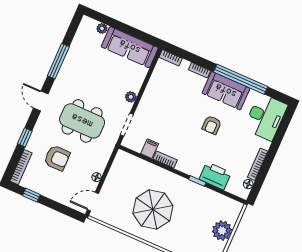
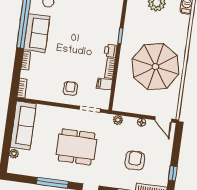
plant: (131, 97) -> (118, 120), moved
dining table: (82, 121) -> (77, 147), moved, turned 90
armchair: (212, 125) -> (70, 89), moved, turned -90
printer: (215, 176) -> (111, 51), moved, width x0.53, depth x0.68
parasol: (153, 210) -> (155, 67), width x1.36, depth x1.36

